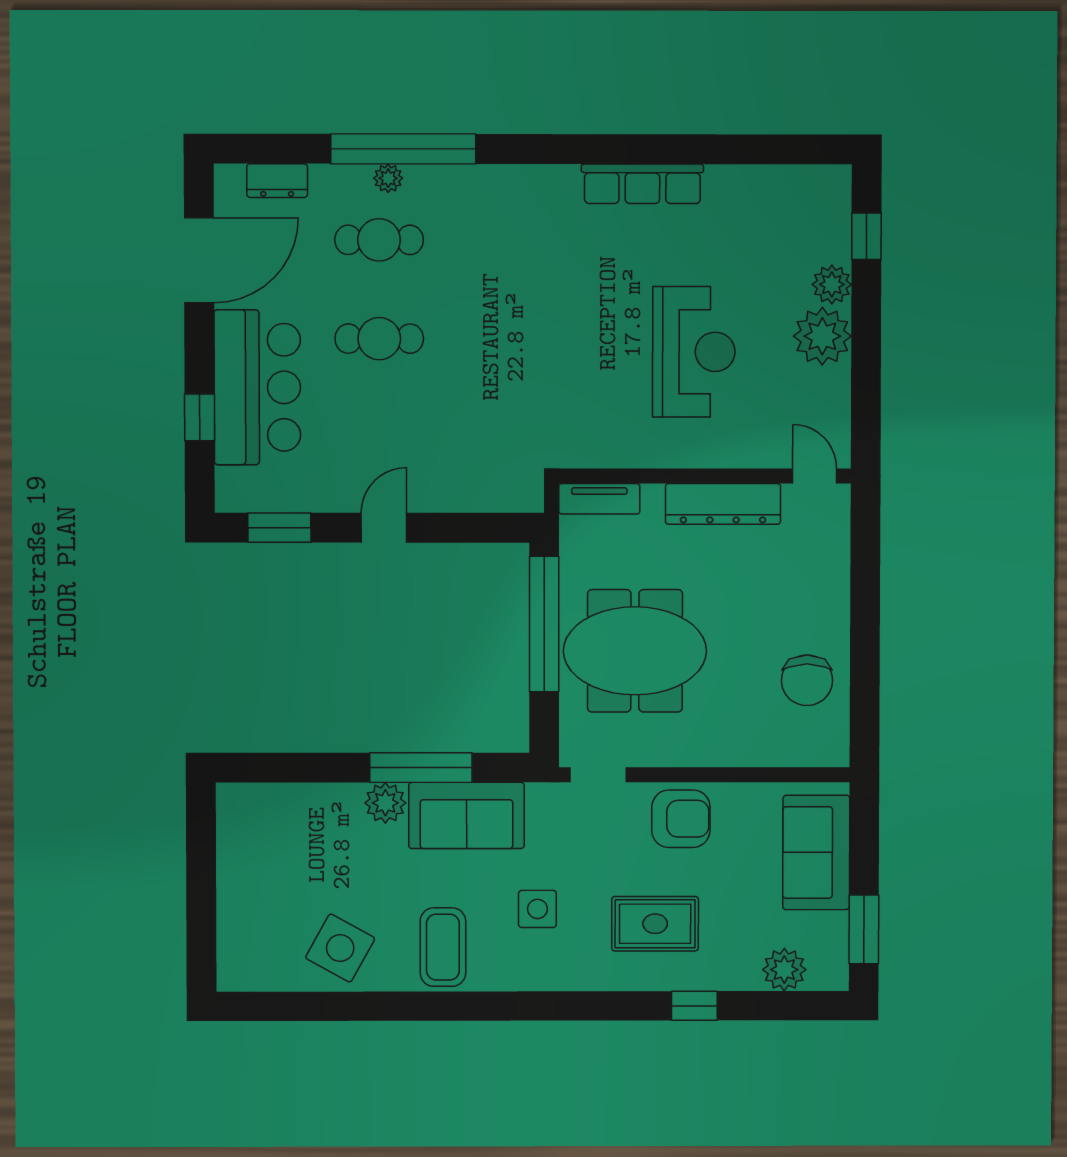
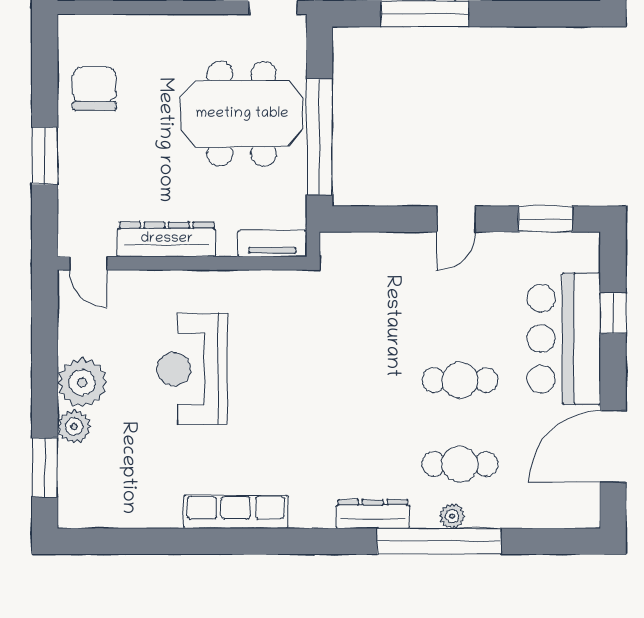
dresser: (277, 181) -> (373, 514), moved, width x1.44
window: (866, 236) -> (45, 467), width x1.50
window: (865, 602) -> (45, 156), added

